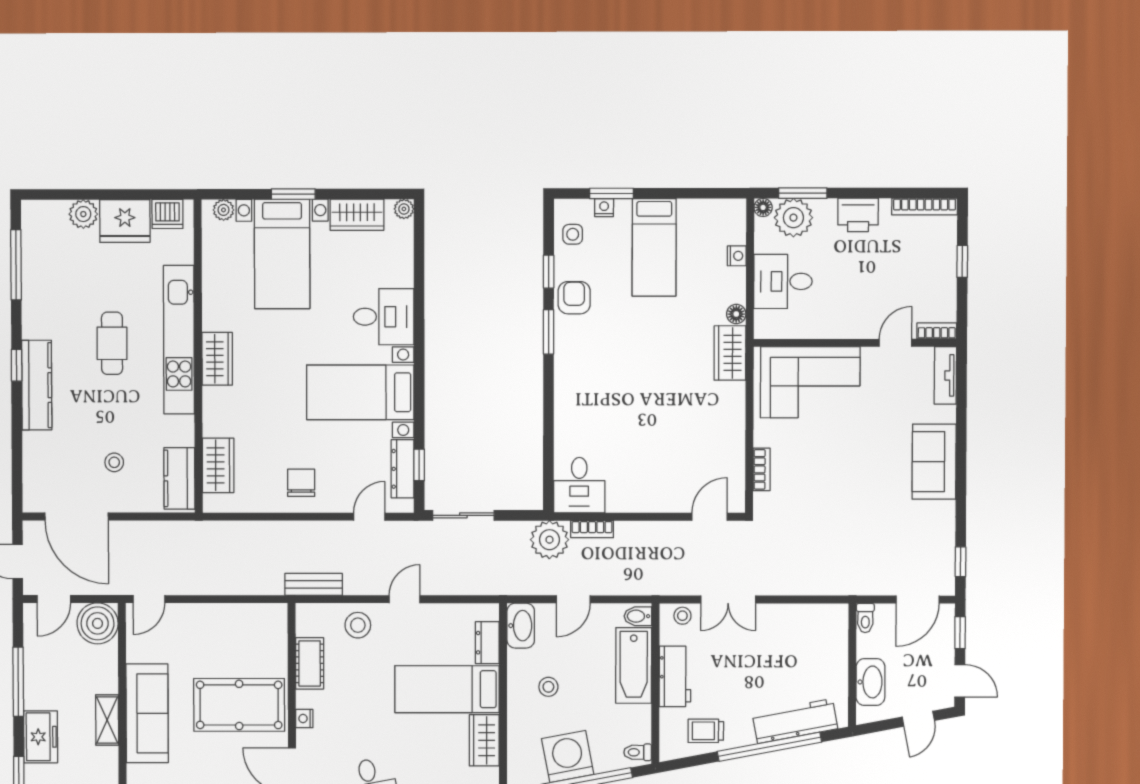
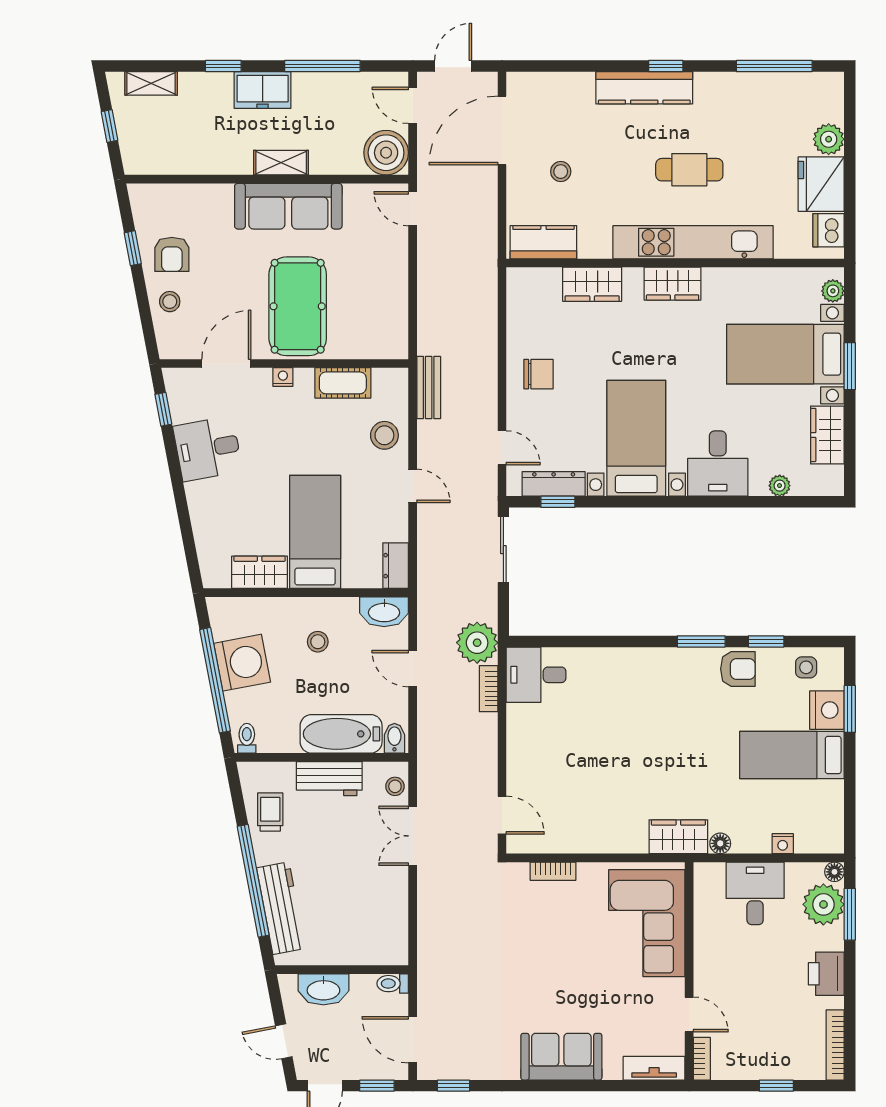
nightstand: (604, 208) -> (827, 710), width x1.89, depth x1.79
plant: (404, 209) -> (780, 486), moved
wardrobe: (218, 465) -> (592, 284), moved
dresser: (487, 643) -> (396, 566), moved, turned -90

